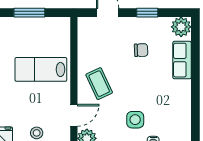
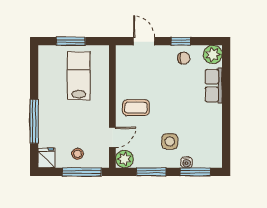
chair: (141, 50) -> (184, 58), moved
lab bench: (41, 69) -> (79, 76), moved, turned 90
coffee table: (99, 84) -> (136, 108), turned -65

